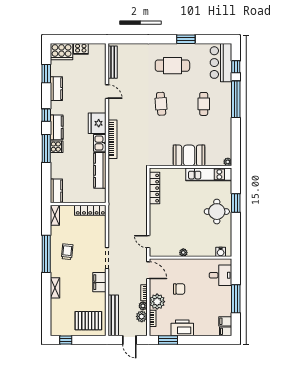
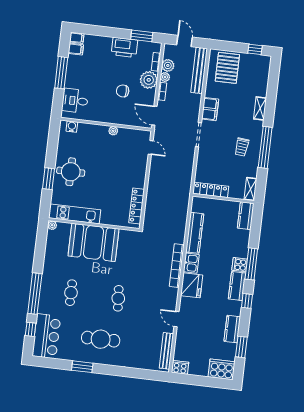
cooker: (81, 49) -> (180, 367), moved
booth: (189, 155) -> (93, 242), width x1.36, depth x1.42
pallet: (88, 321) -> (227, 68), turned 90

